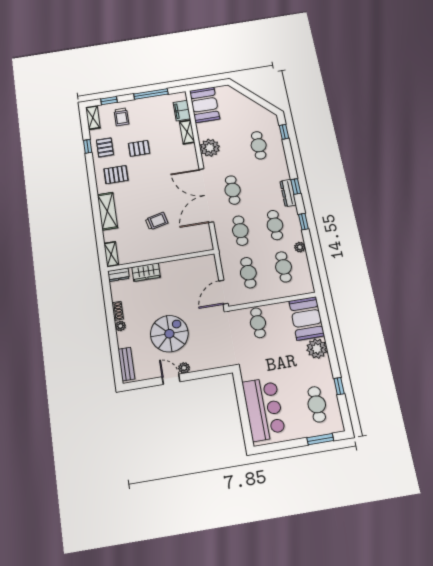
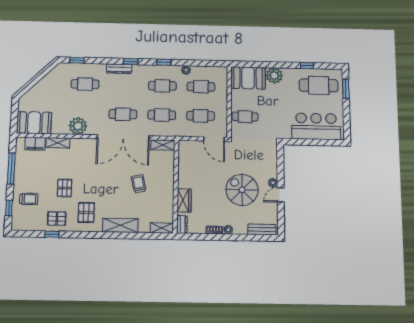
shelving: (93, 118) -> (163, 145), moved
dresser: (288, 193) -> (119, 69), moved
cafe table: (317, 404) -> (319, 85), width x1.37, depth x1.35

